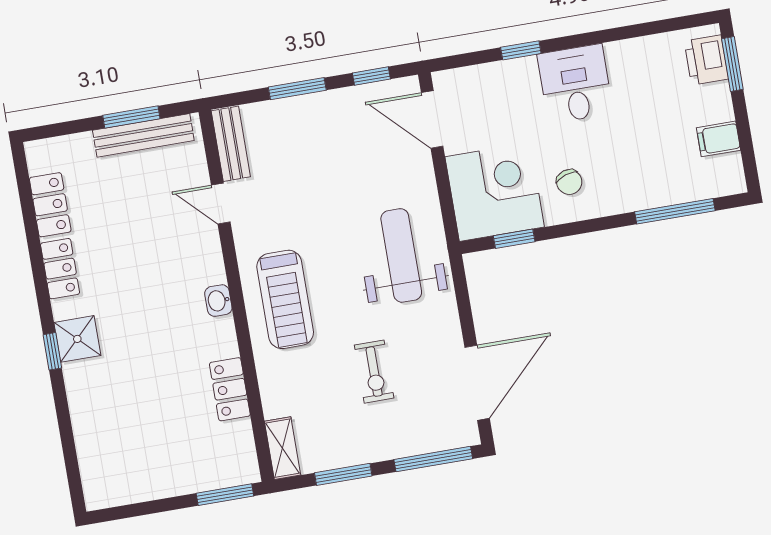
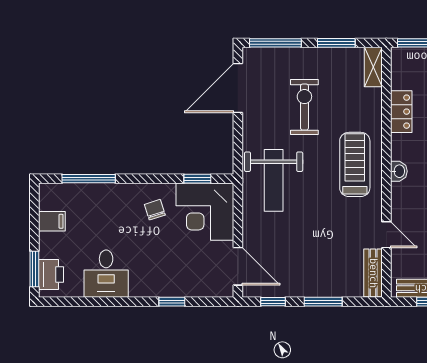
desk: (575, 84) -> (106, 274), moved
exercise bike: (374, 372) -> (304, 107), width x1.38, depth x1.39

